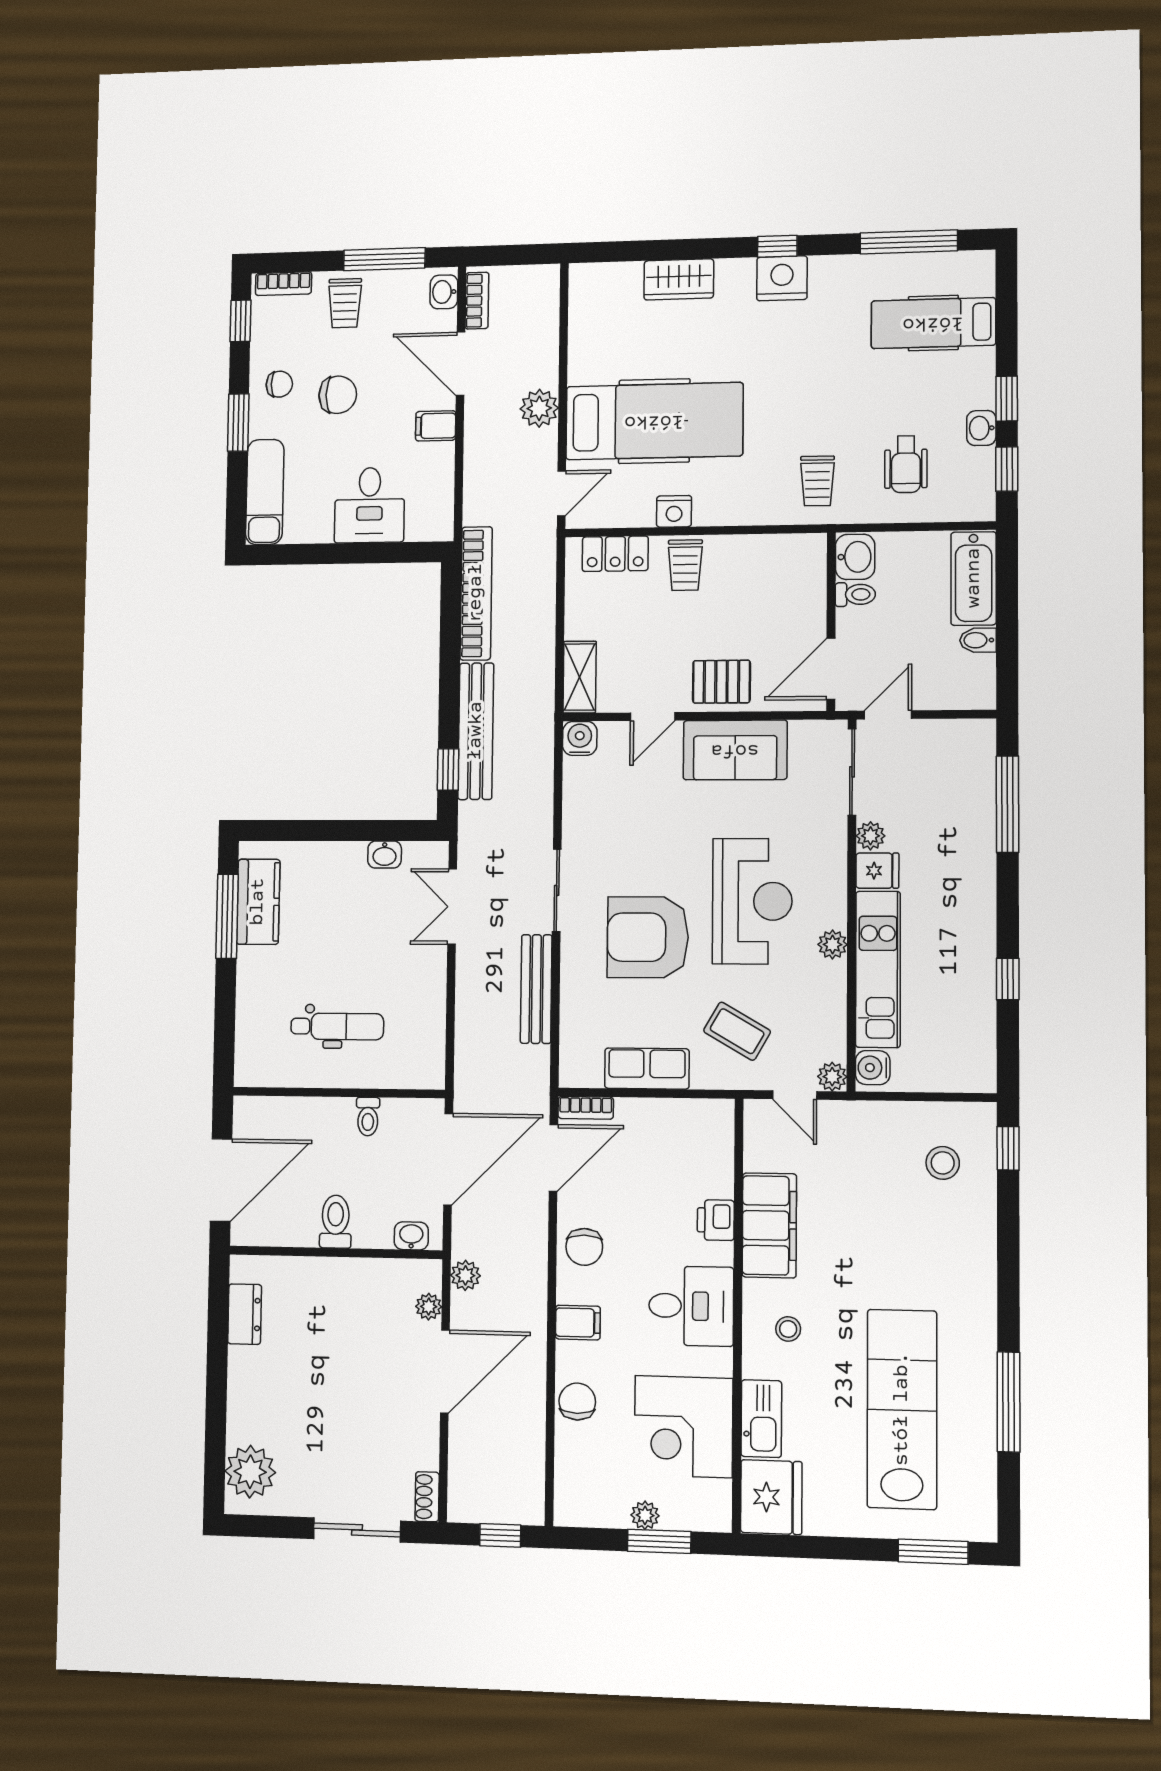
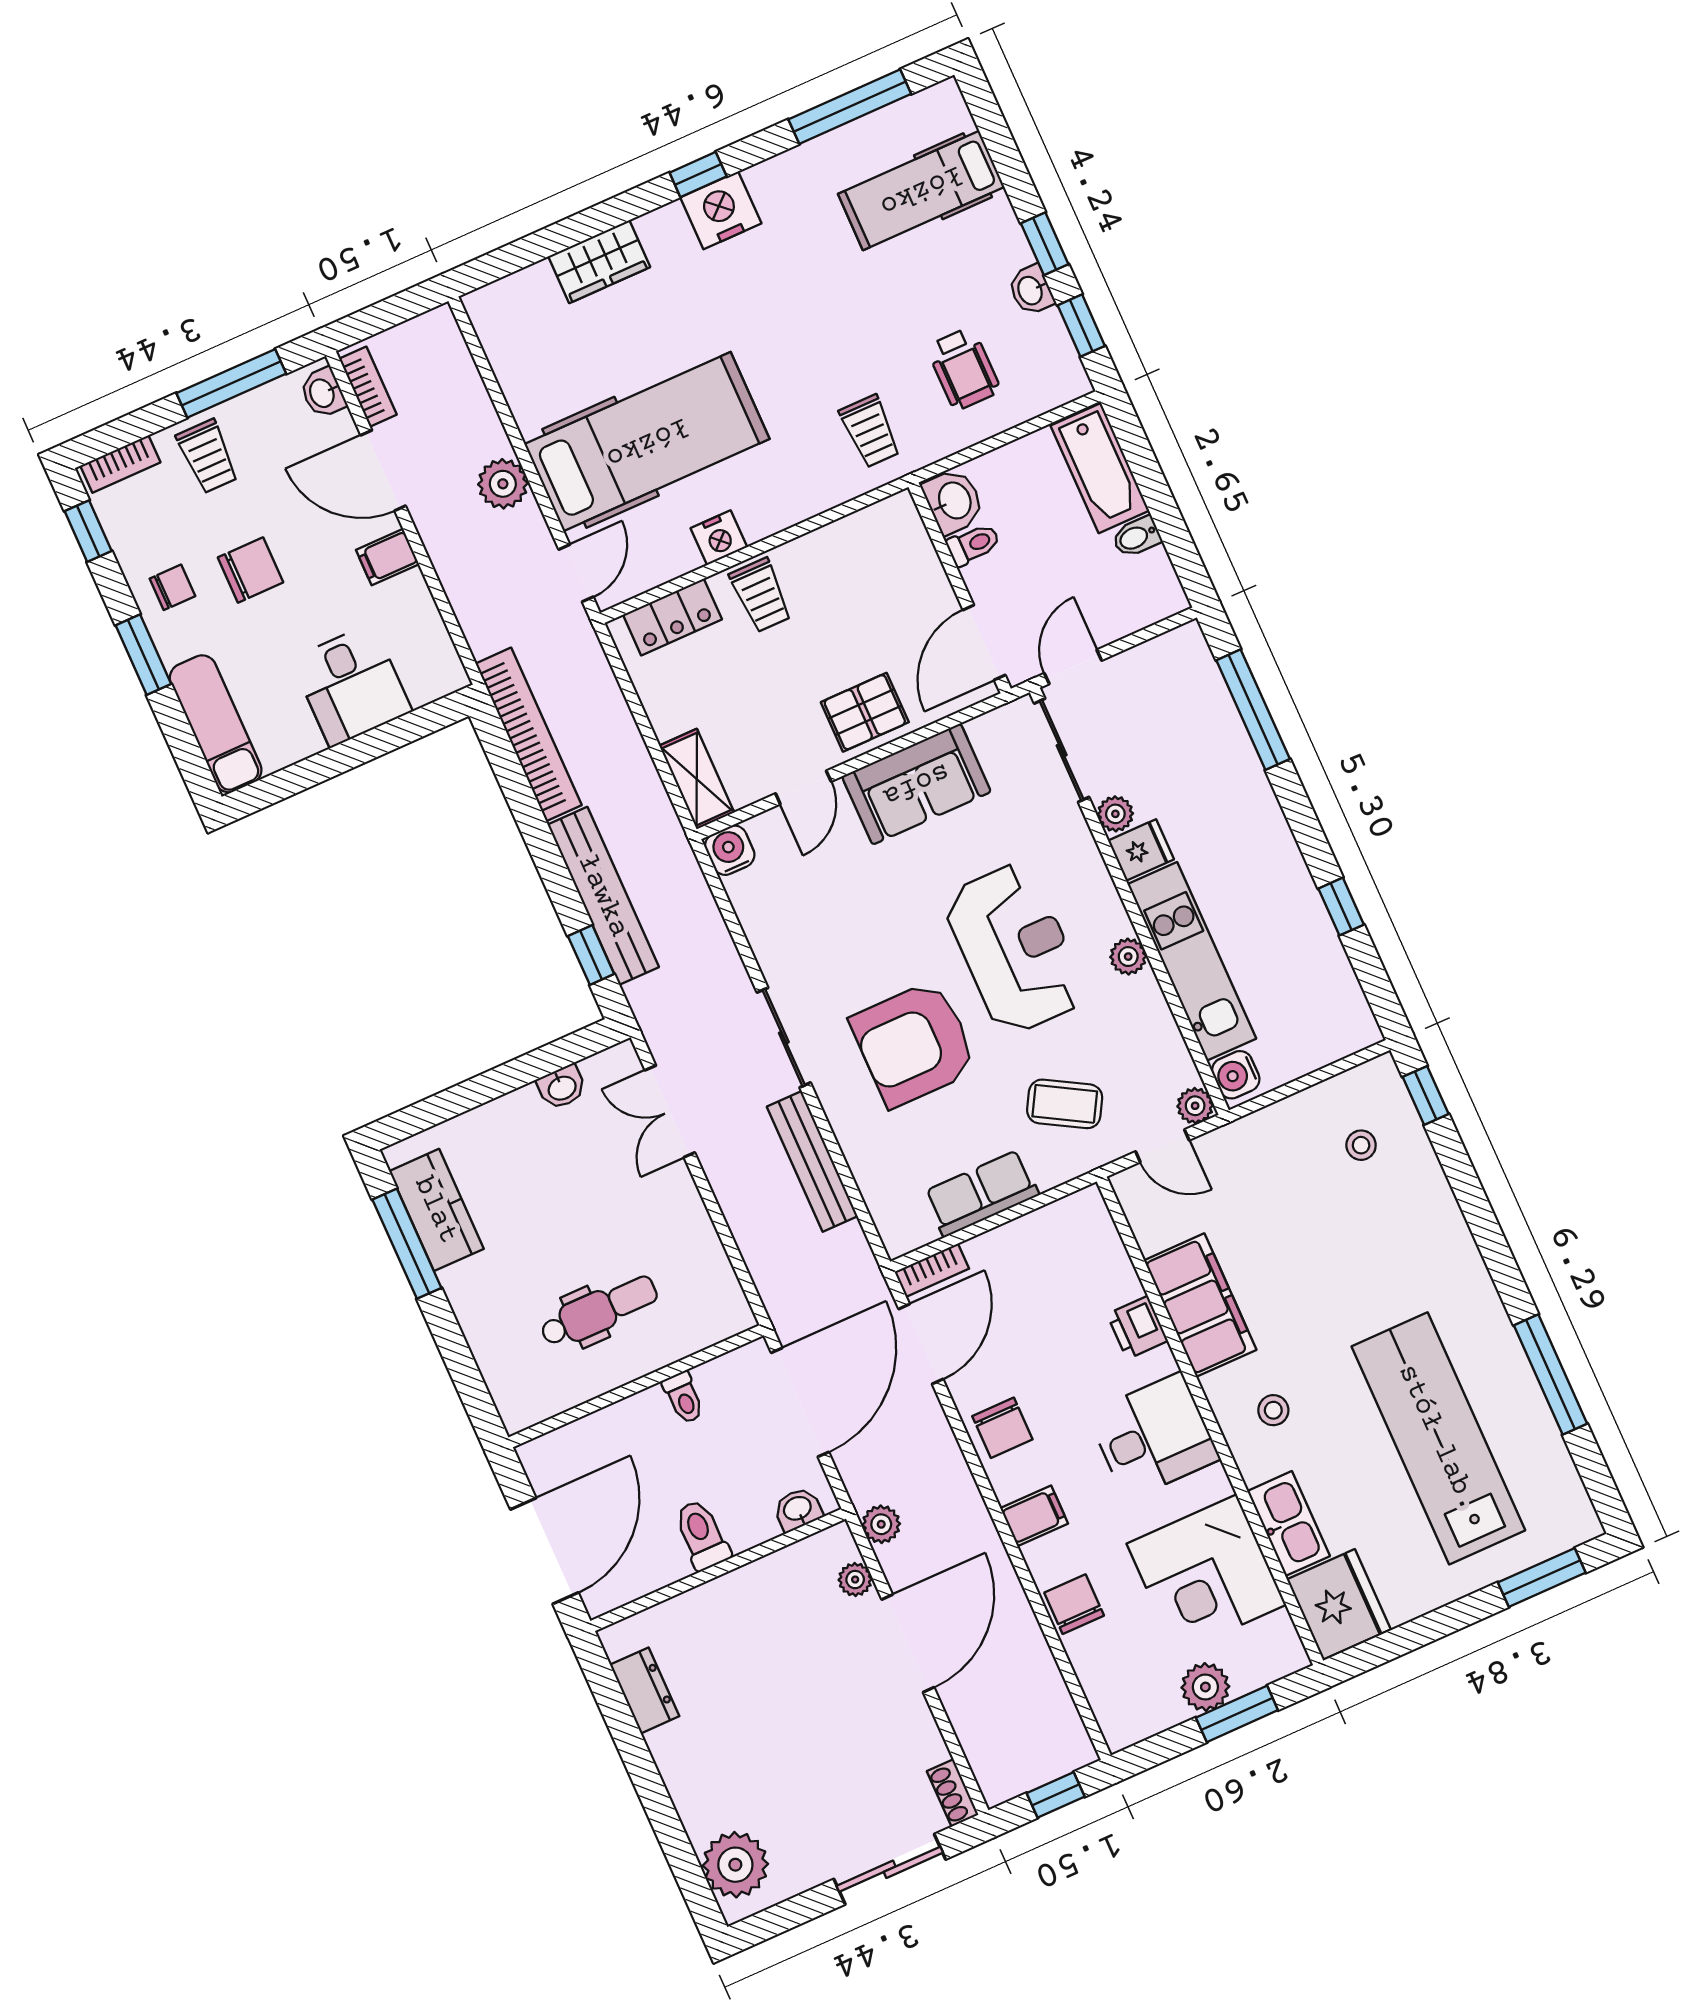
stool: (943, 1163) -> (1361, 1145), width x0.73, depth x0.73
plant: (645, 1515) -> (1205, 1687), width x1.38, depth x1.38

